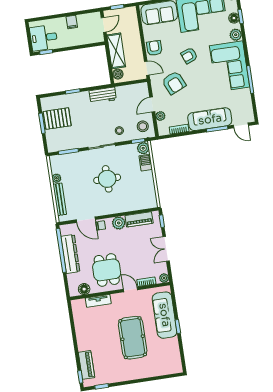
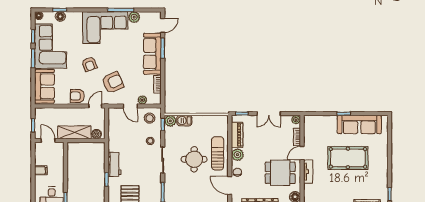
plant: (236, 35) -> (134, 17), moved
workbench: (103, 95) -> (114, 164), moved
sun lounger: (117, 202) -> (218, 153), added
door: (86, 220) -> (230, 185), swing flipped
tv unit: (98, 301) -> (308, 172), moved
sofa: (165, 315) -> (359, 125), moved

